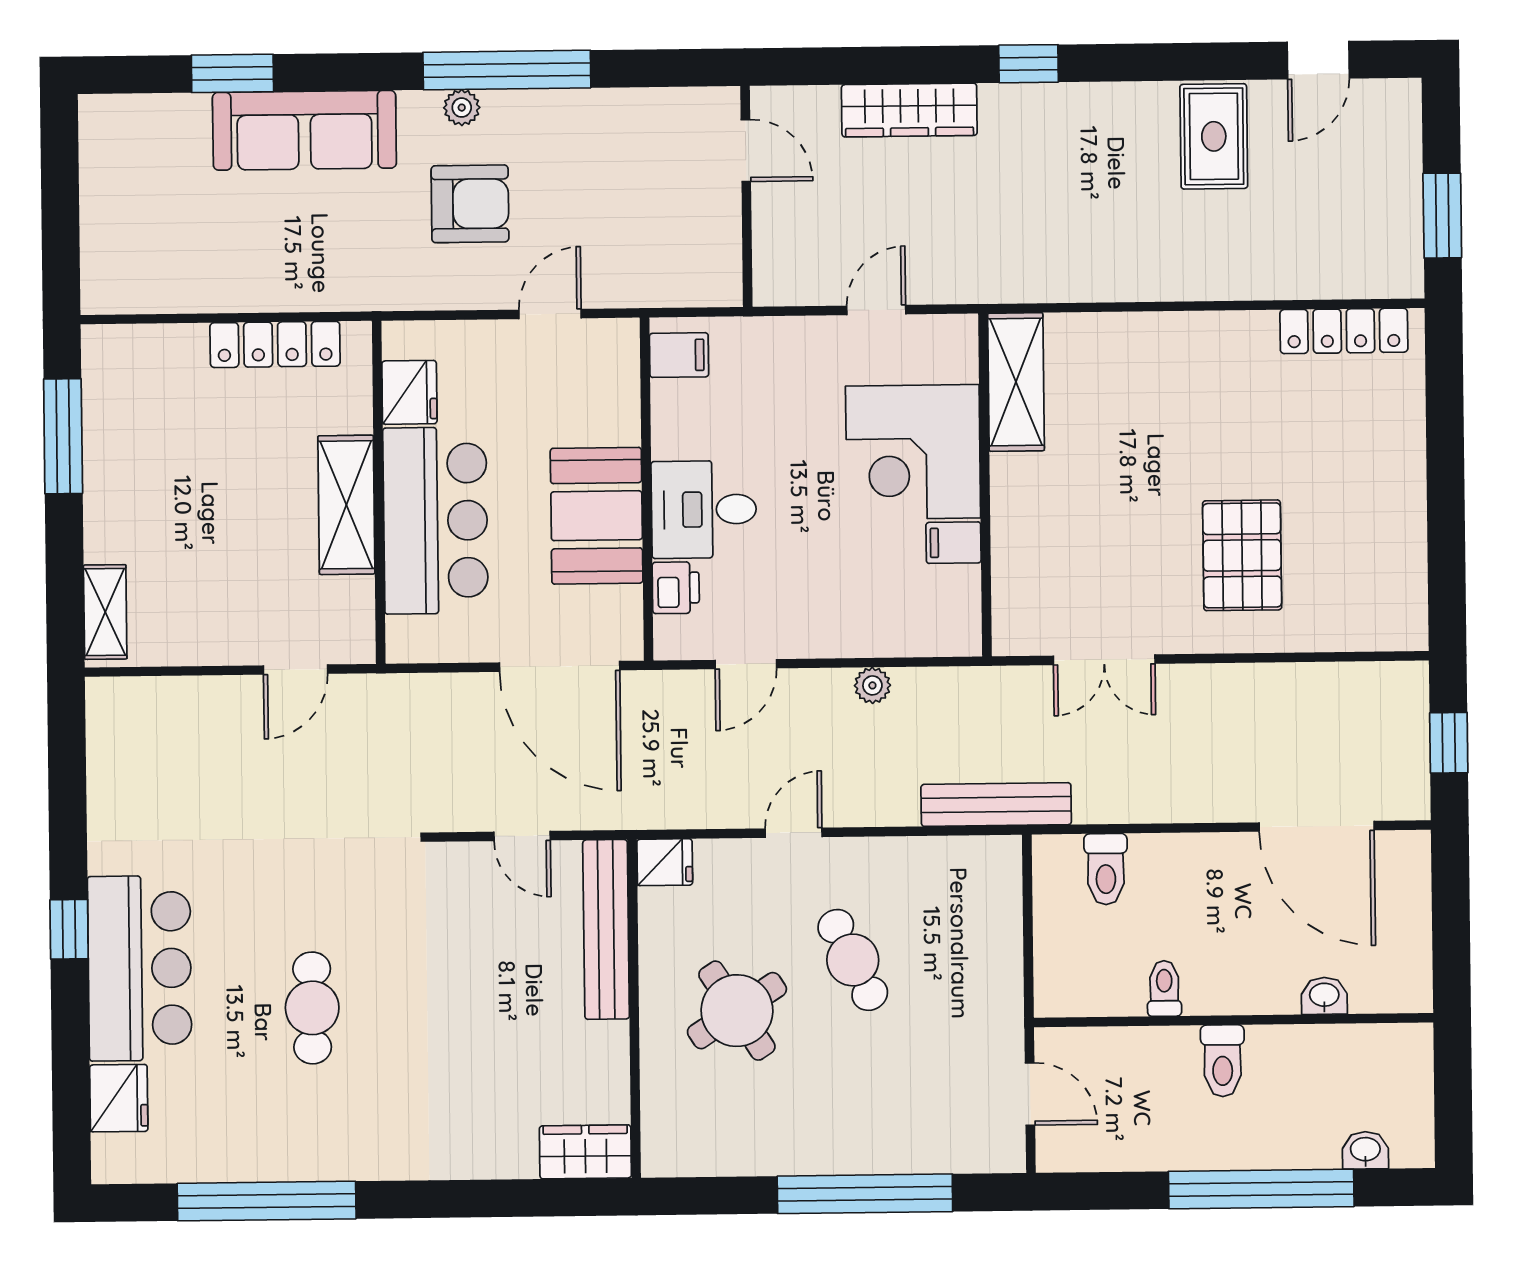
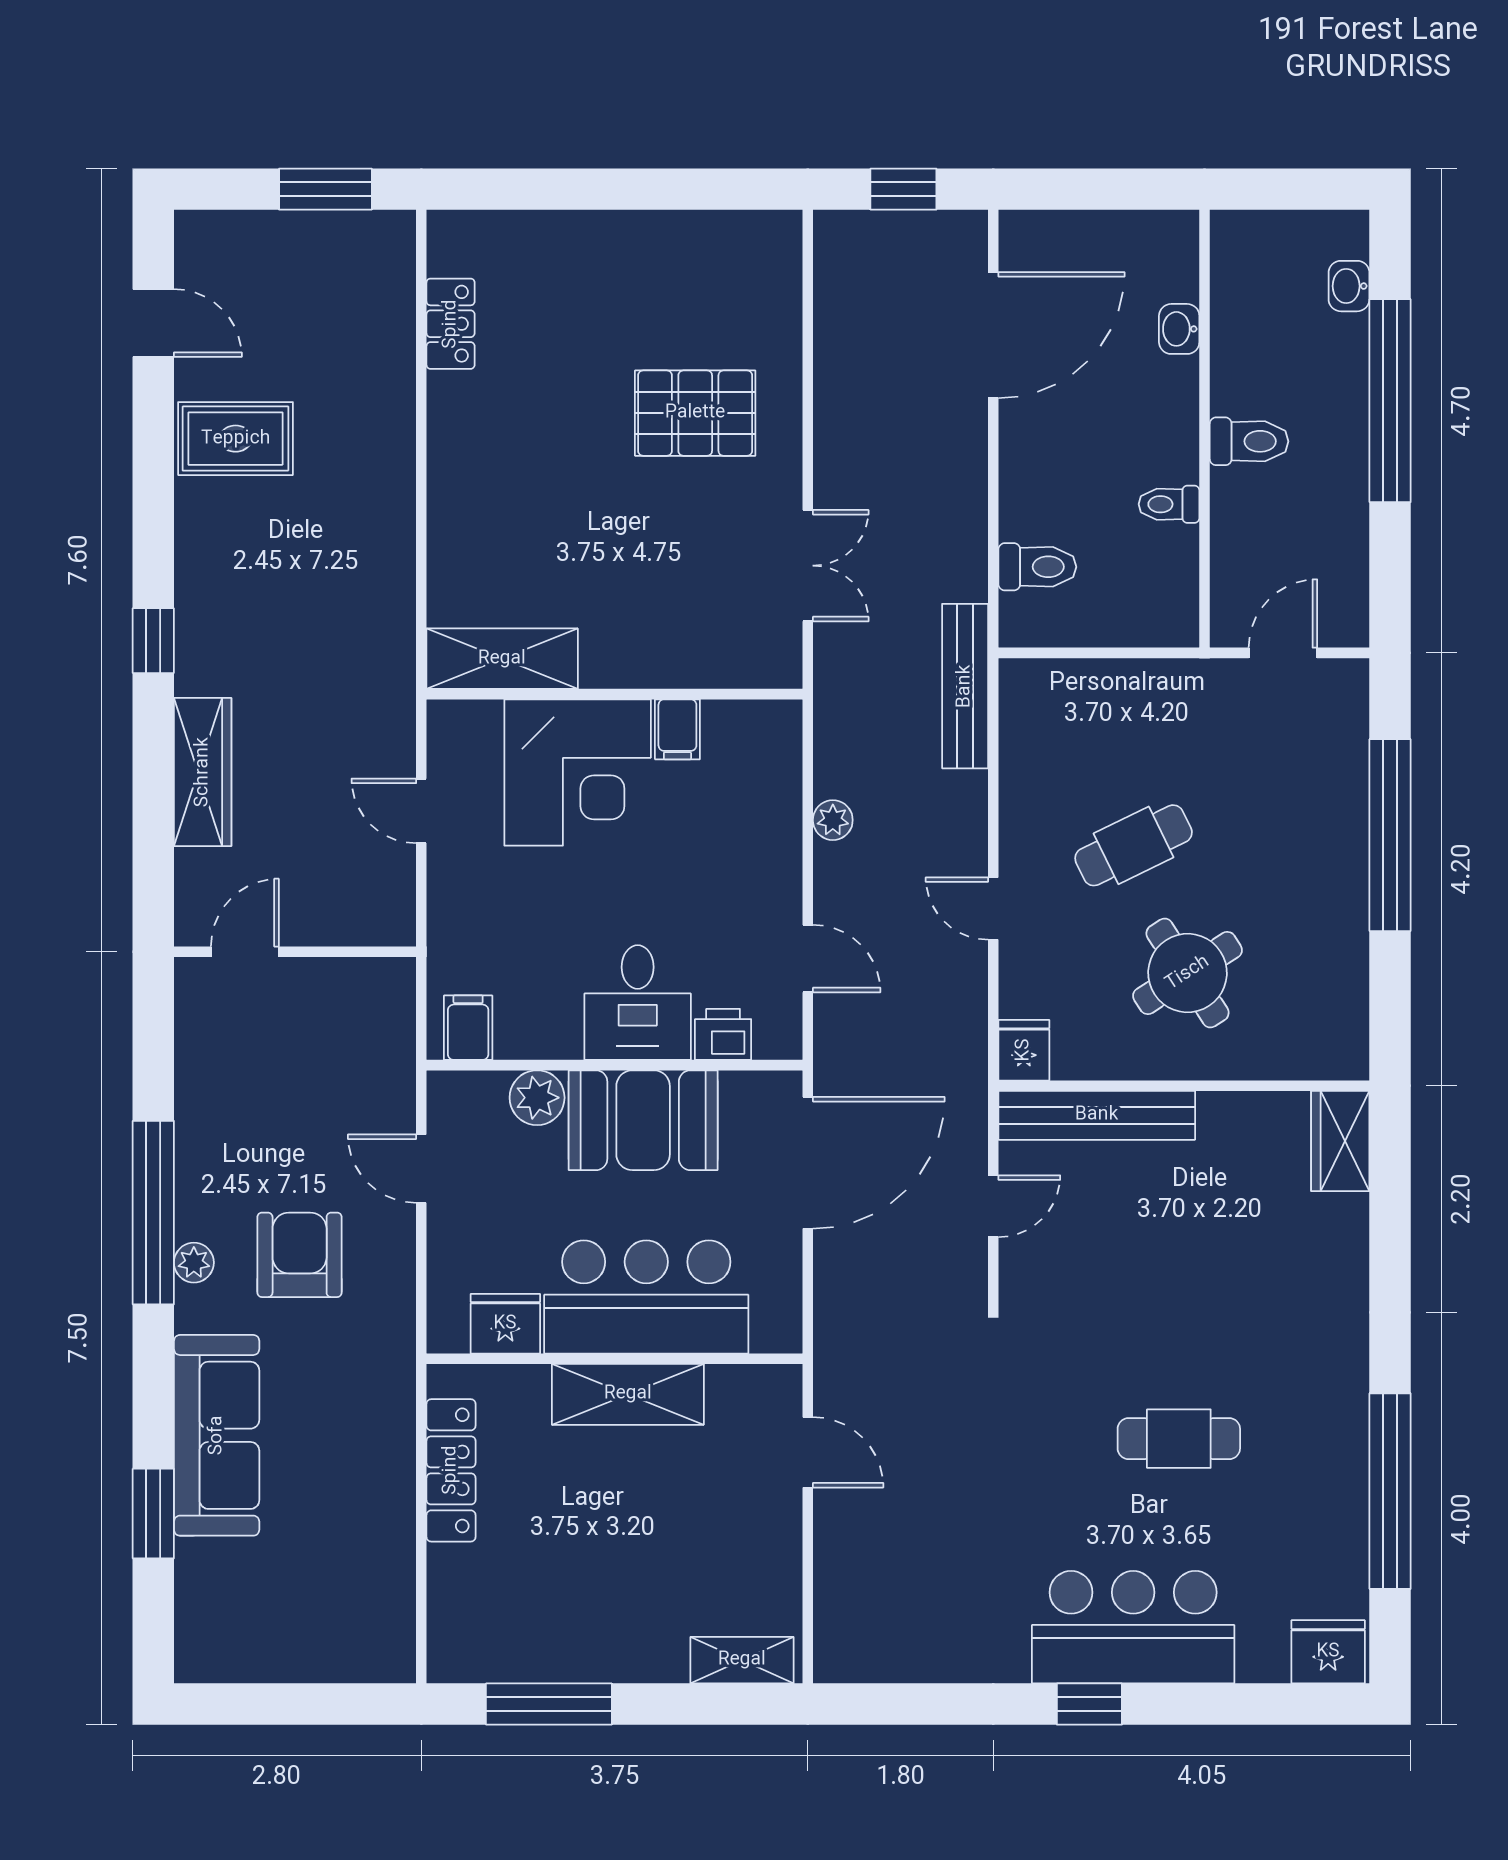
locker: (1344, 331) -> (451, 324), width x0.66
plant: (616, 419) -> (537, 1098), added
fridge: (119, 1098) -> (1328, 1652), moved

